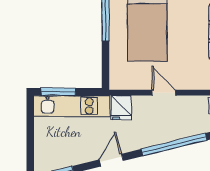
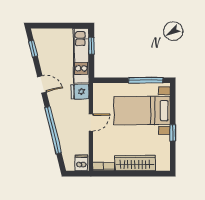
window: (58, 92) -> (91, 46), width x0.67

